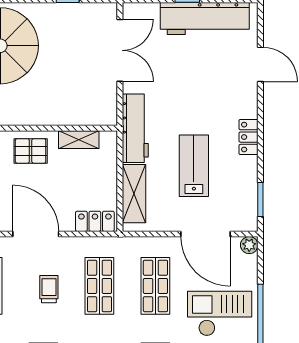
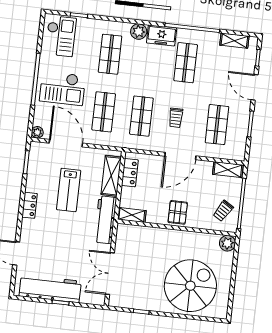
shelving: (79, 140) -> (132, 215), moved
pallet: (31, 151) -> (178, 212), turned 90
locker: (95, 221) -> (130, 173), moved, turned -90
door: (36, 234) -> (180, 156), hinge flipped

